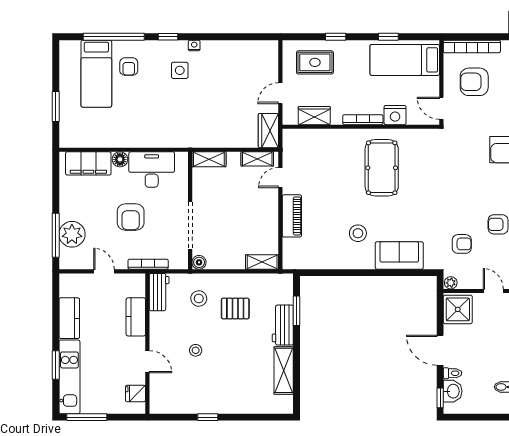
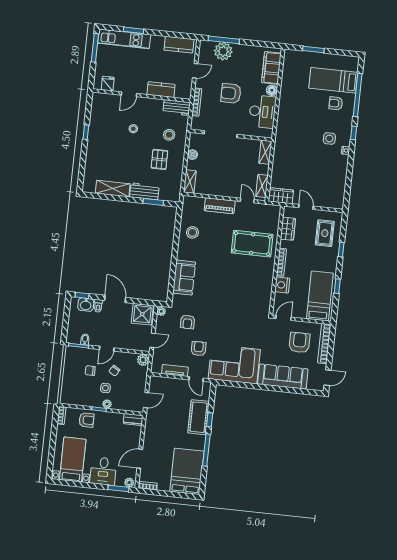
pool table: (382, 168) -> (252, 244), moved
stool: (358, 233) -> (192, 232), moved
boiler: (199, 262) -> (192, 155), moved
kitchen counter: (69, 318) -> (179, 45), moved
door: (440, 350) -> (115, 299), hinge flipped

